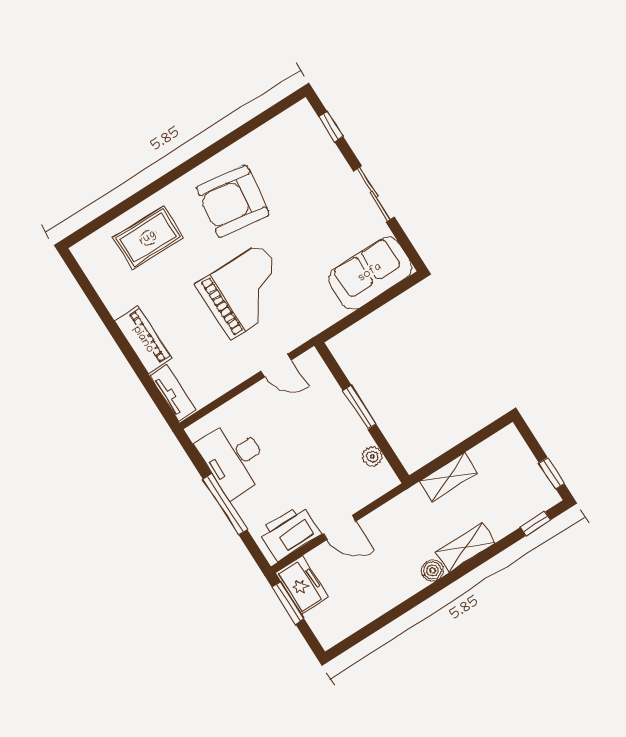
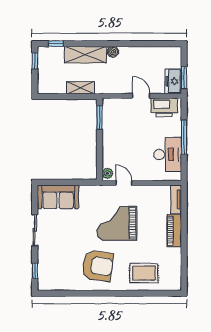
window: (360, 407) -> (100, 118), moved
plant: (372, 456) -> (107, 173), moved
shelving: (466, 548) -> (85, 55), width x1.50, depth x1.33

